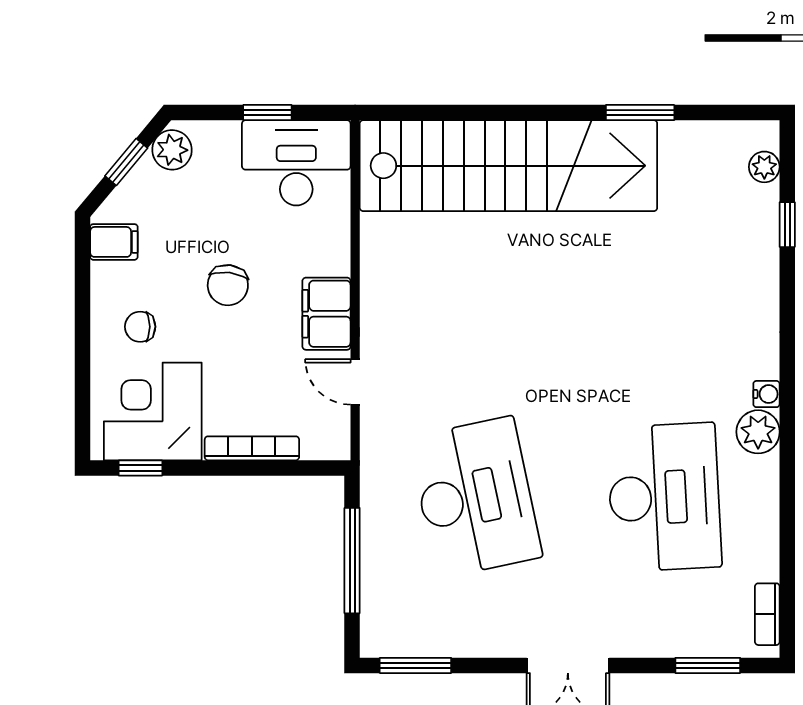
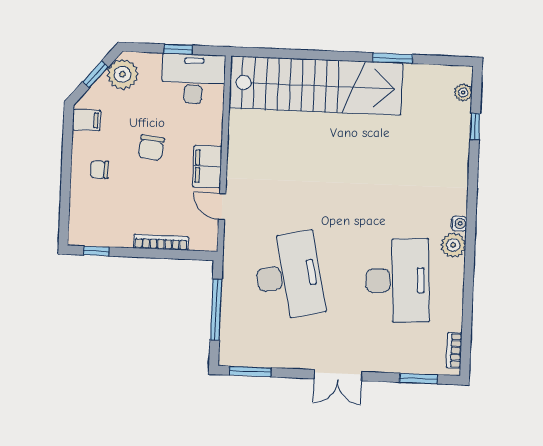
plant: (172, 150) -> (122, 74), width x1.36, depth x1.36
corner desk: (153, 411) -> (105, 219), removed

